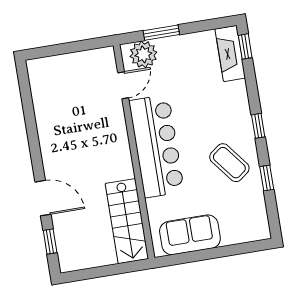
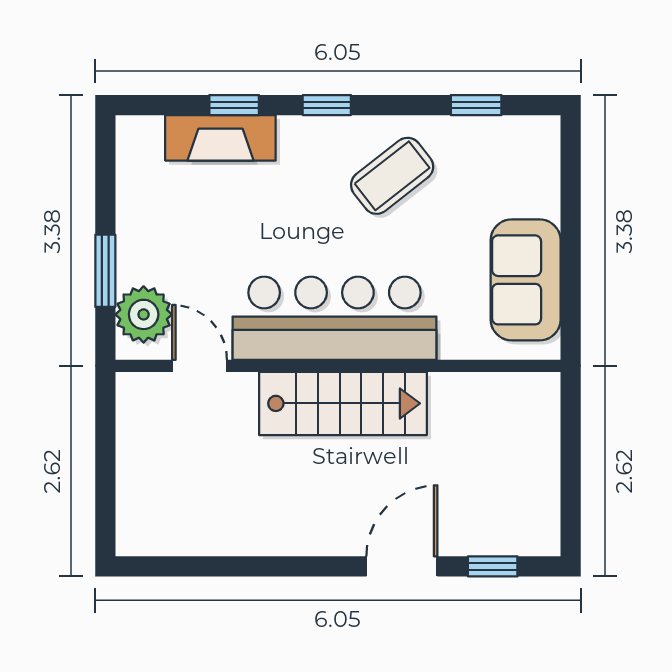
window: (245, 46) -> (234, 105), moved
fireplace: (230, 54) -> (220, 138), moved
window: (267, 178) -> (476, 105), moved
stairs: (127, 221) -> (343, 403), moved

